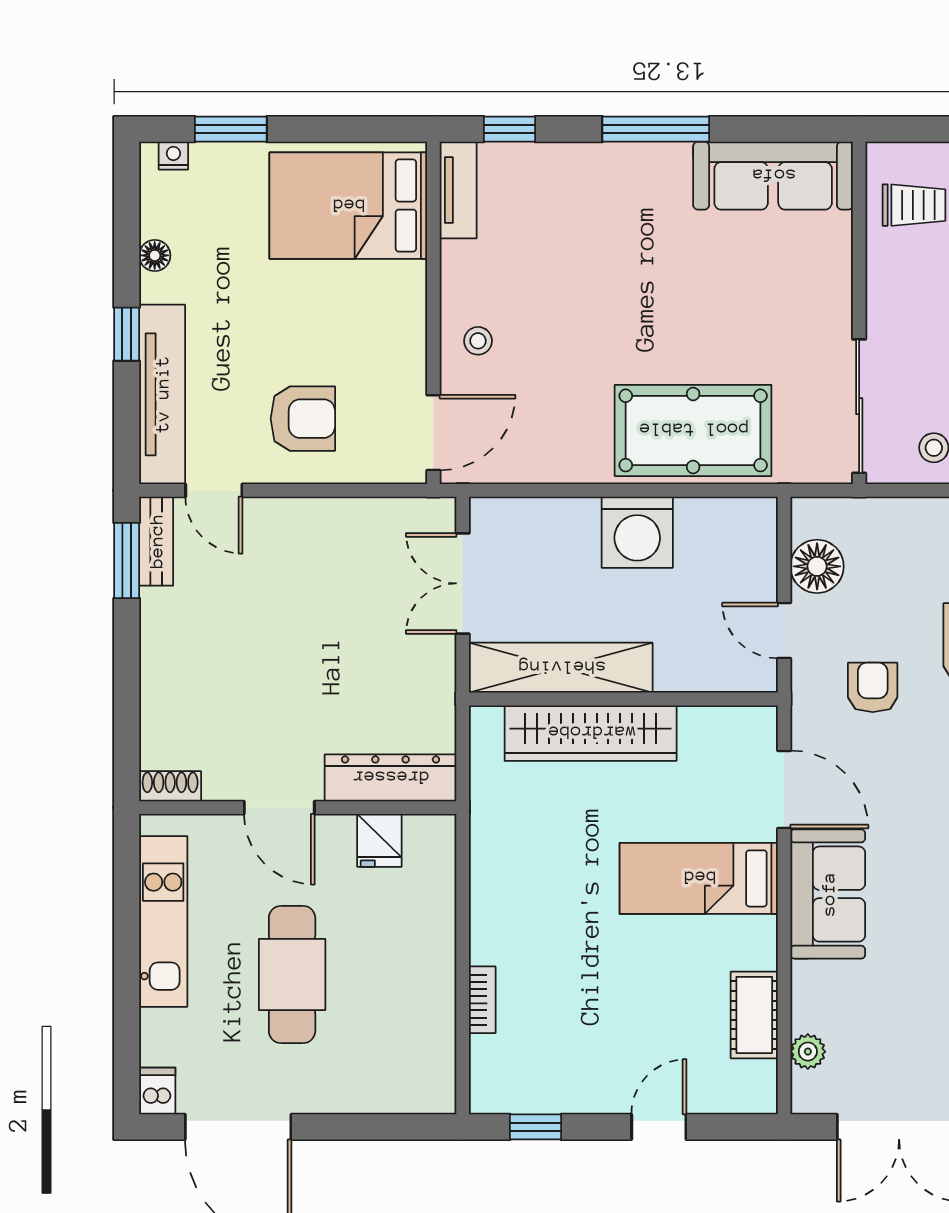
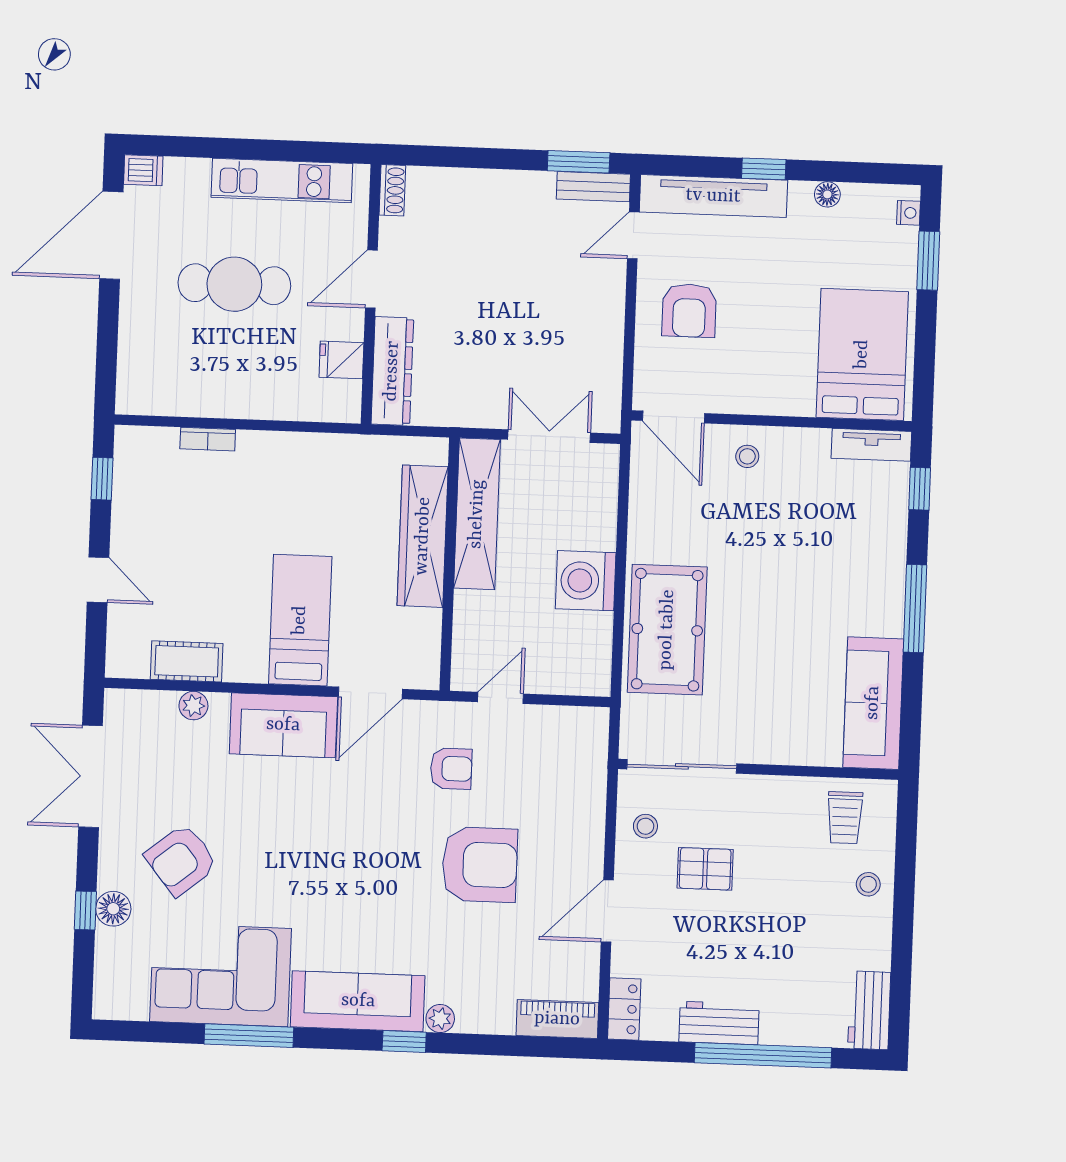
floor lamp: (817, 566) -> (552, 727), removed
plant: (808, 1052) -> (193, 706), moved

